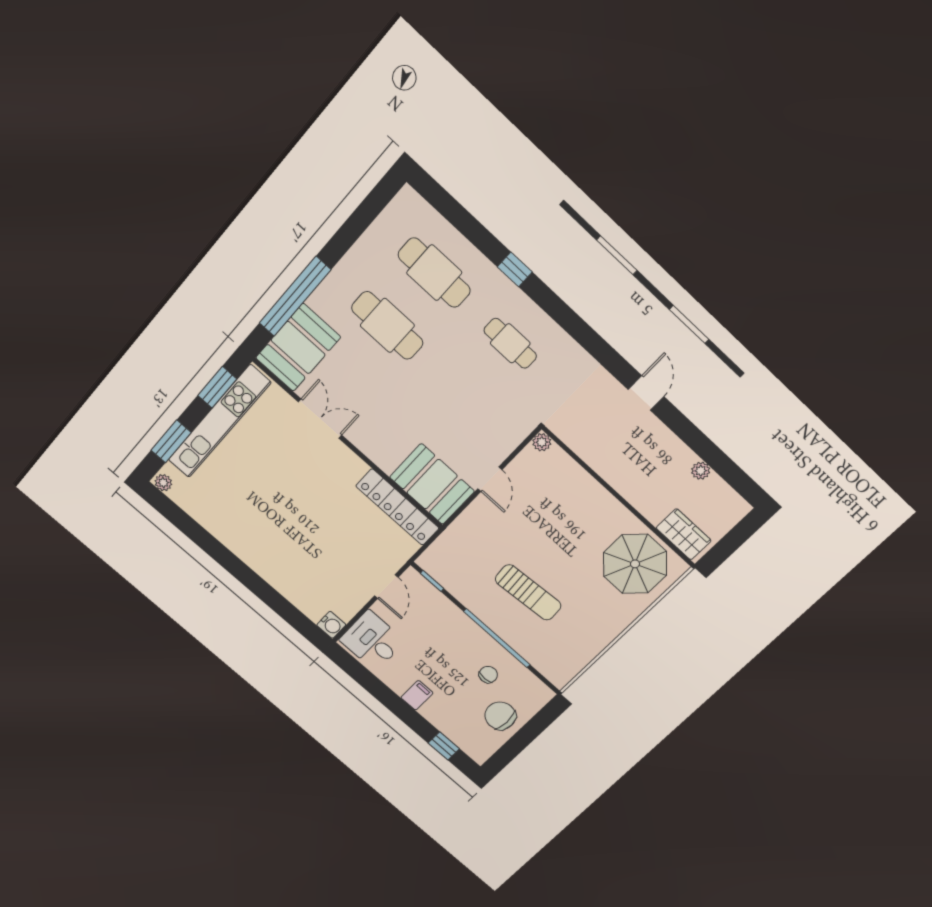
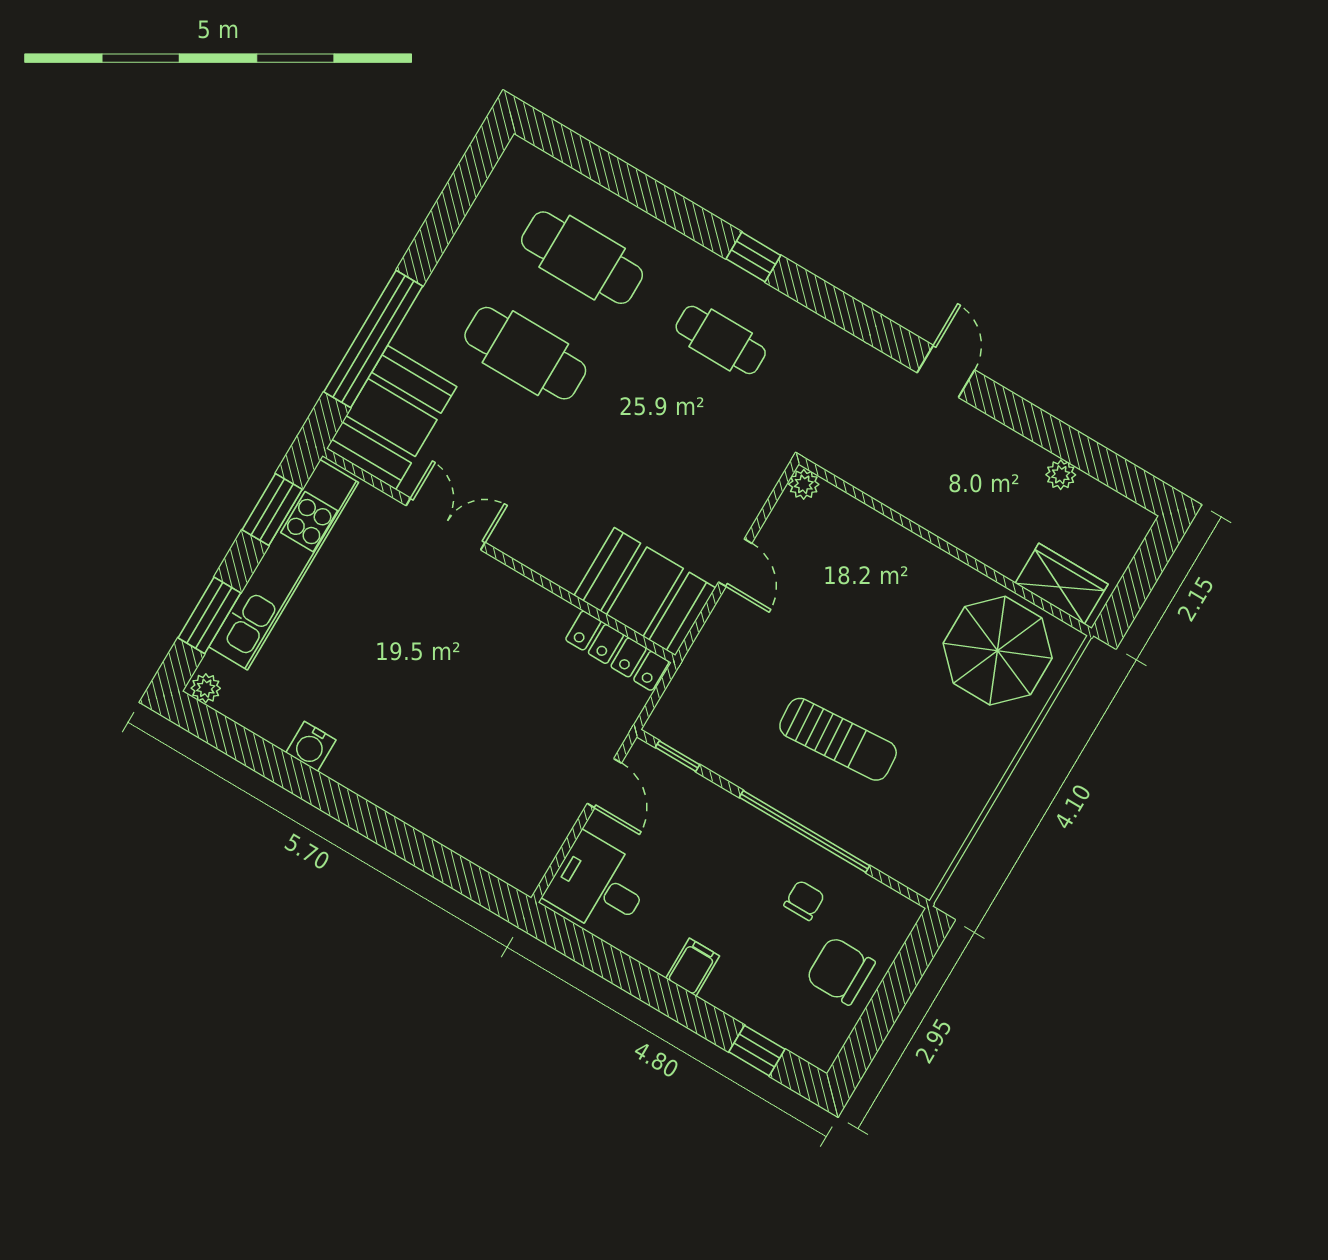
window: (515, 269) -> (753, 257), moved
locker: (397, 507) -> (617, 651), width x0.71, depth x0.83
water cooler: (331, 625) -> (311, 746), moved, turned 90

